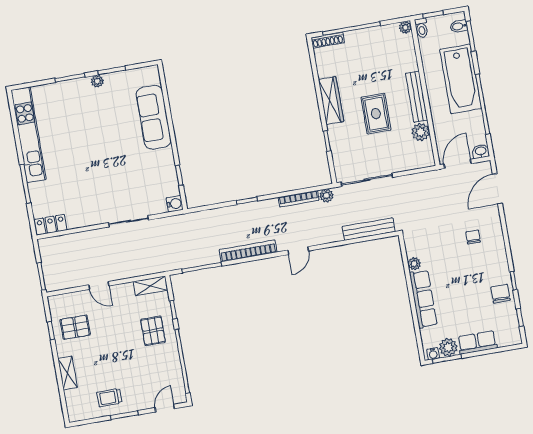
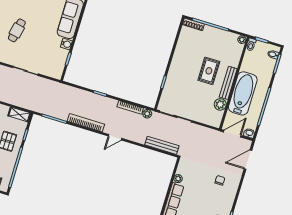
bathtub: (461, 79) -> (243, 93), moved, turned 180
wardrobe: (331, 101) -> (178, 60), removed
rug: (376, 114) -> (209, 71), moved
cafe table: (89, 172) -> (17, 30), added
water cooler: (175, 204) -> (66, 44), moved

